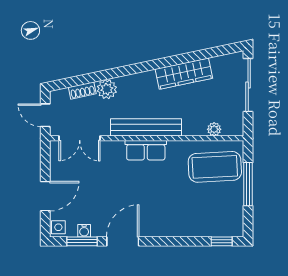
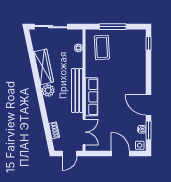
plant: (107, 89) -> (48, 90), moved
row of seats: (146, 150) -> (91, 97), width x1.48
coffee table: (215, 167) -> (102, 47), width x0.73, depth x0.76

